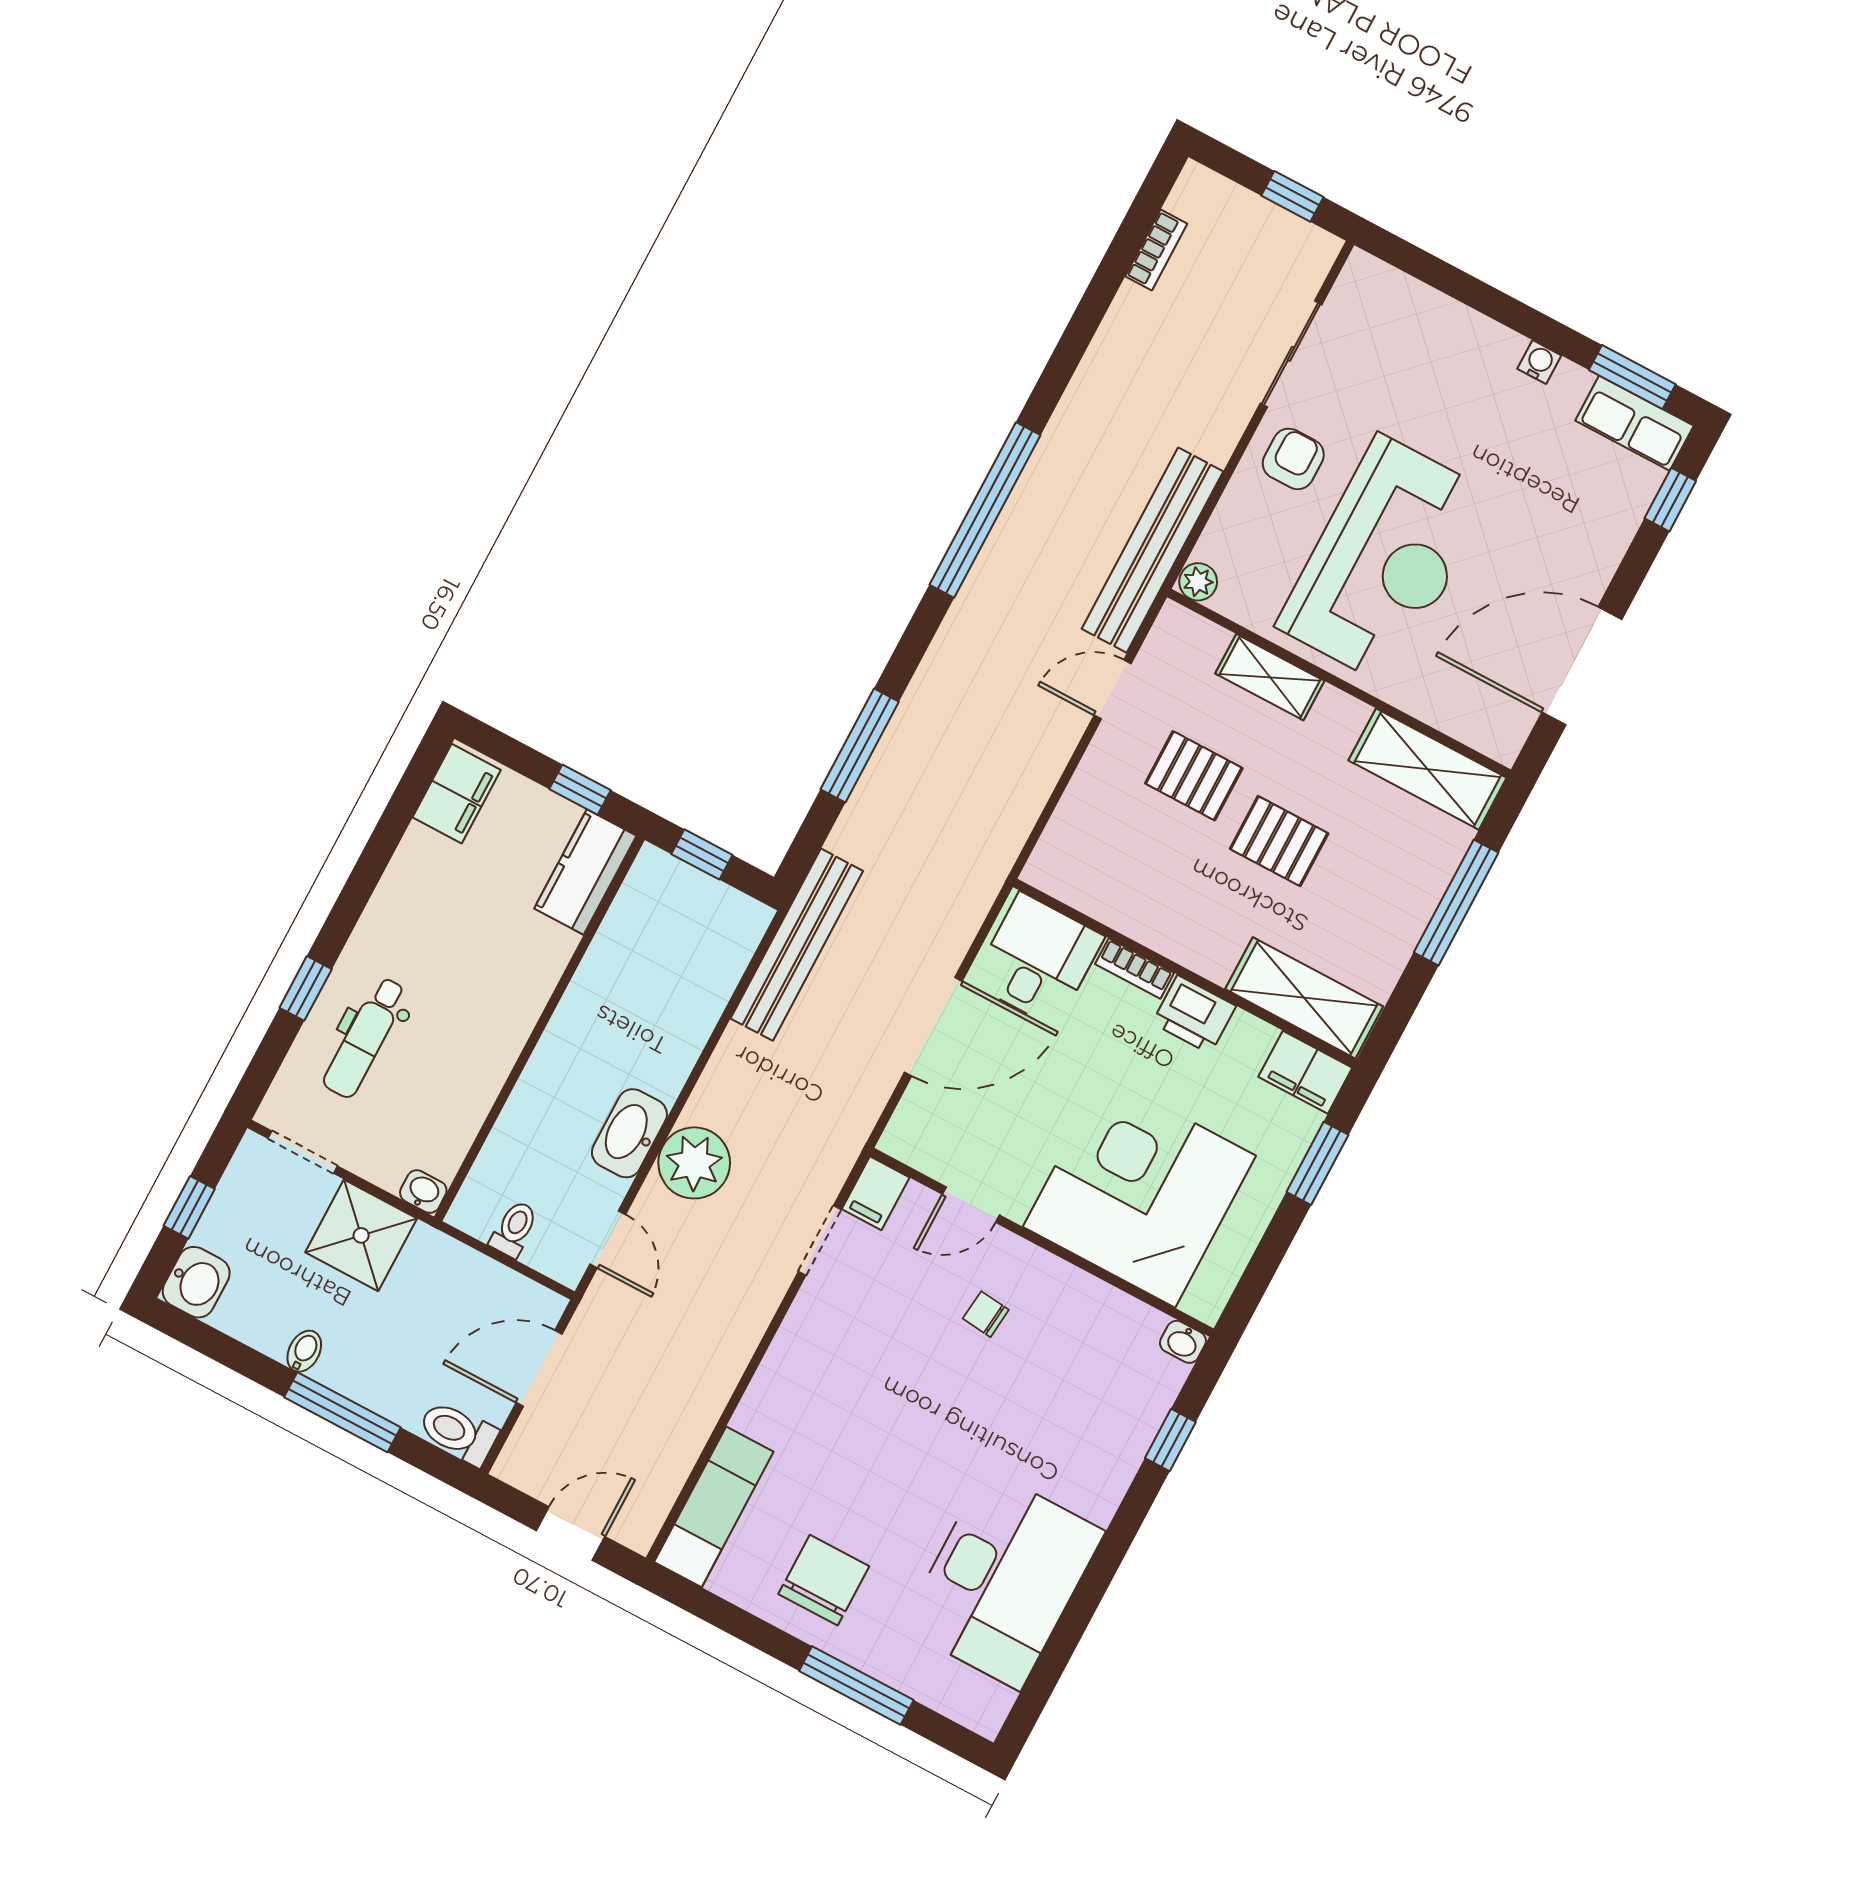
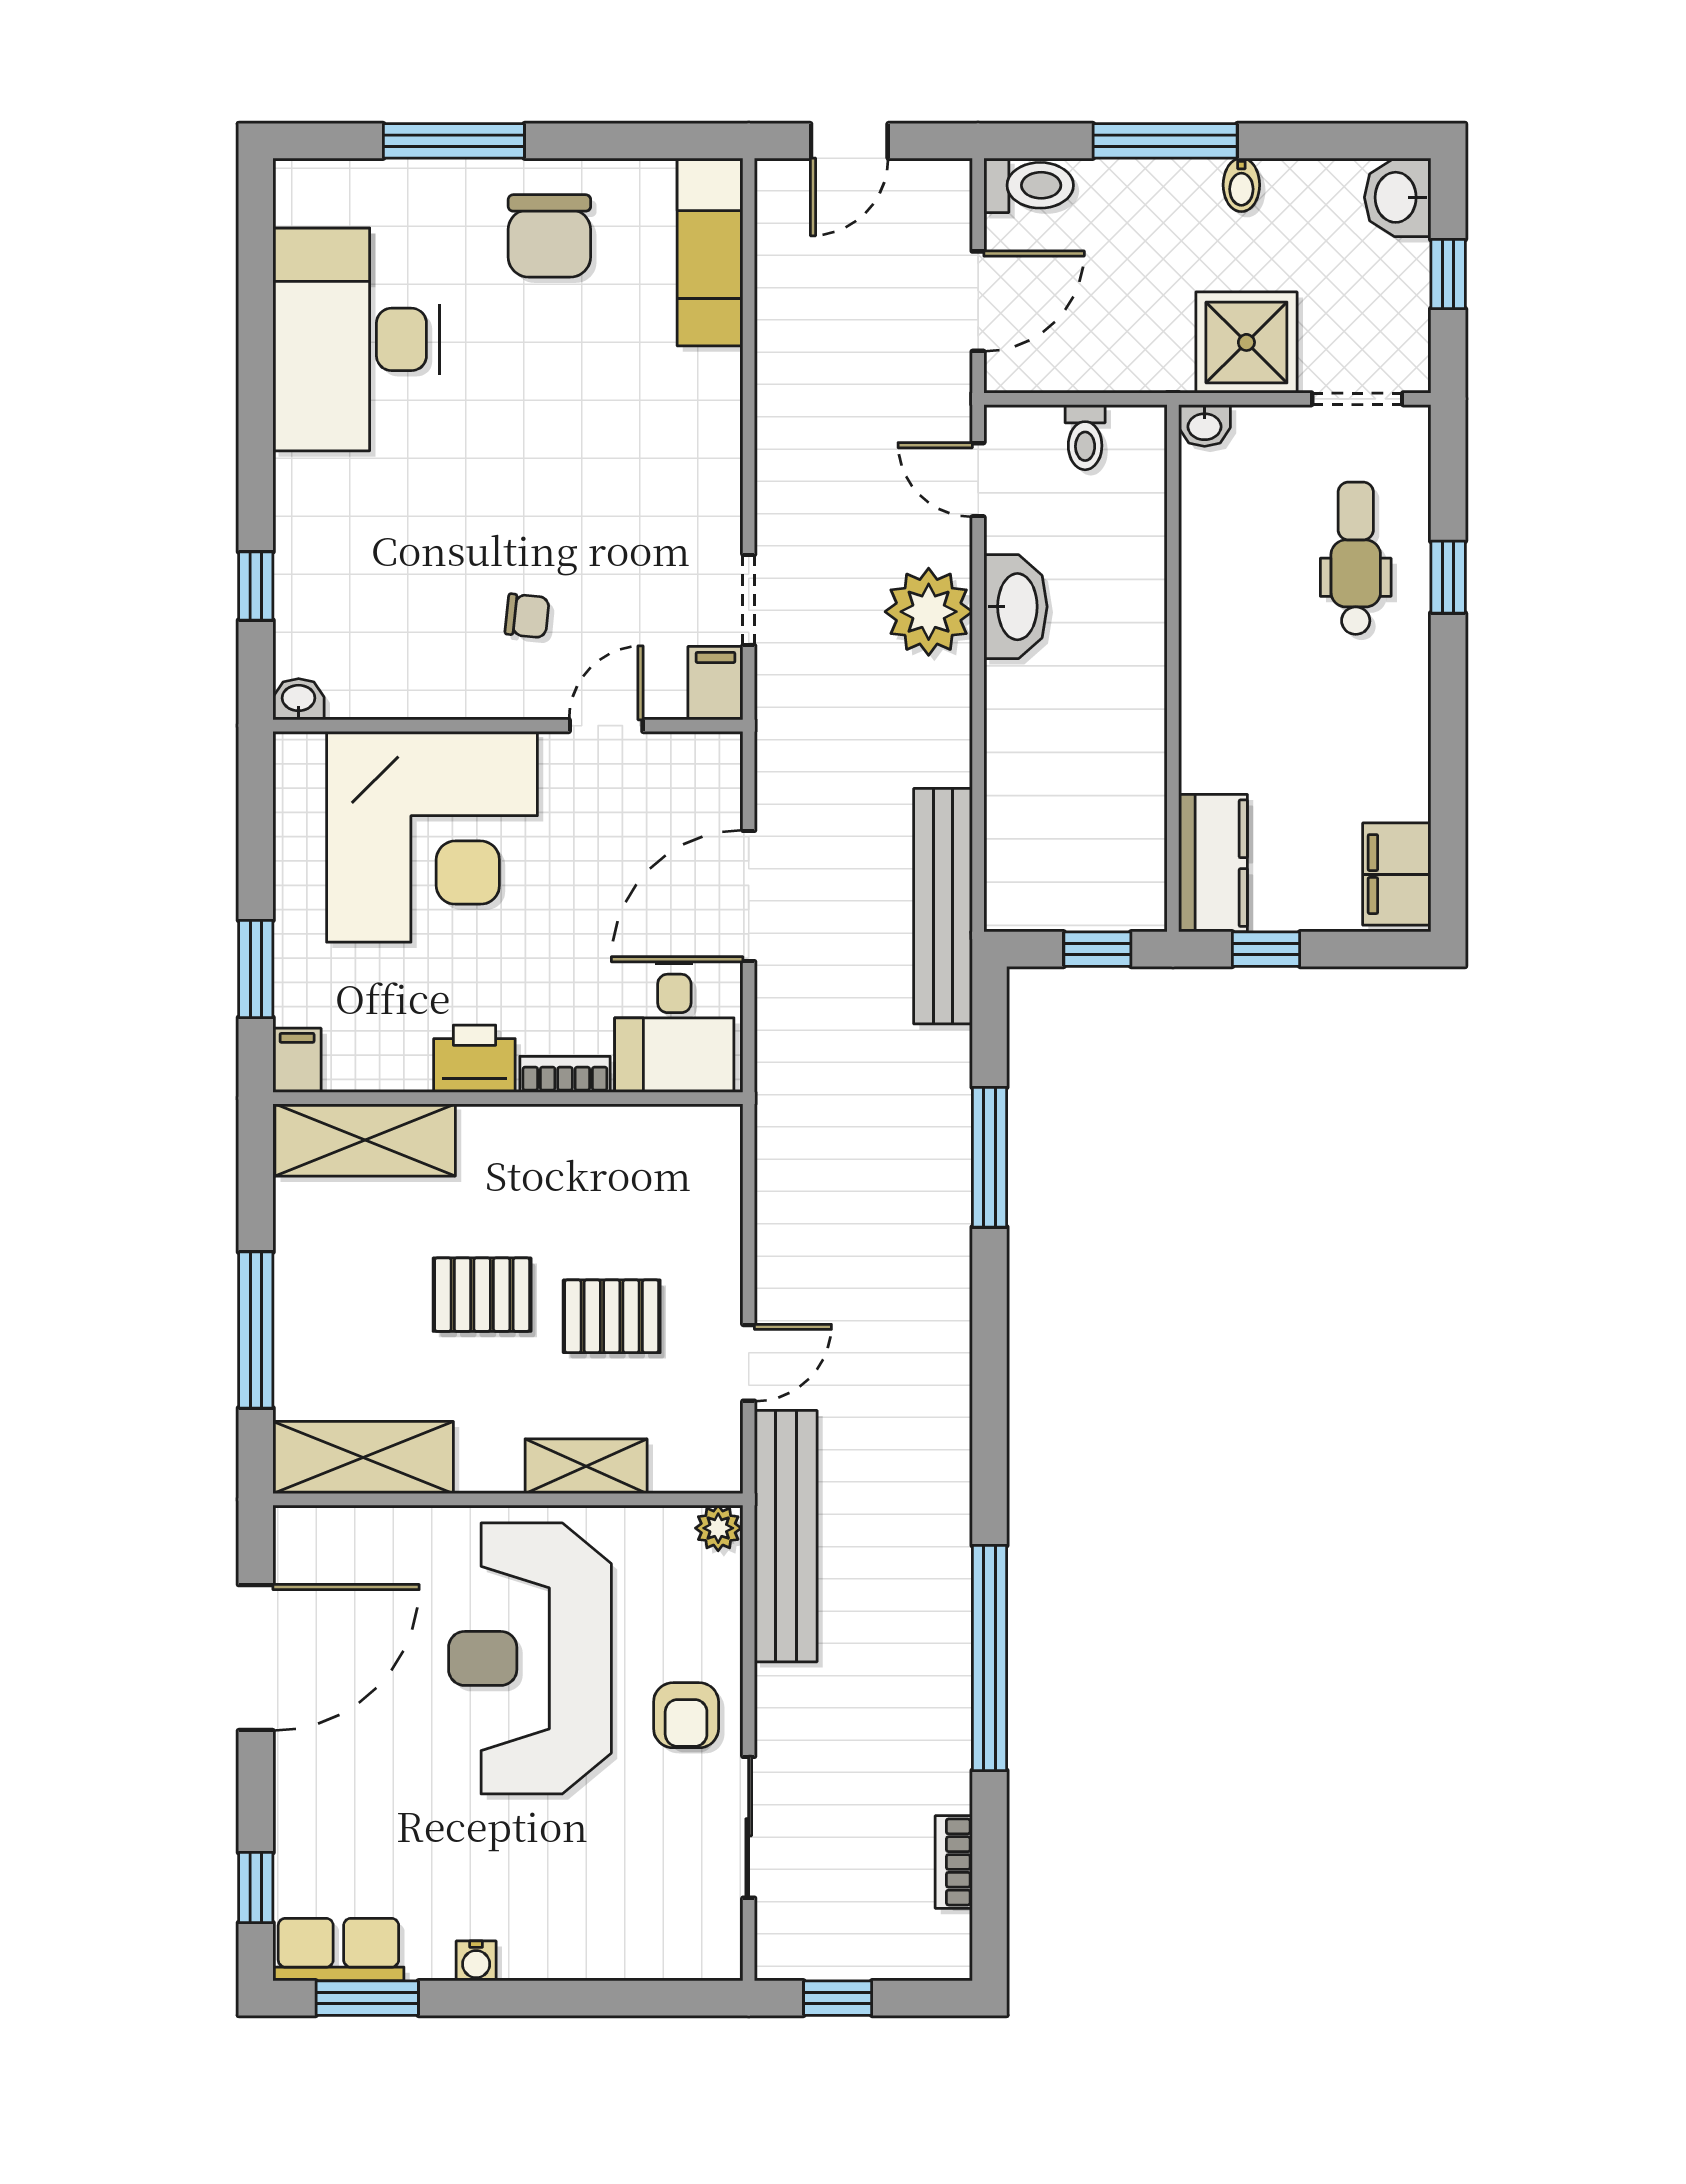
window: (985, 510) -> (989, 1658), moved
filing cabinet: (1305, 1072) -> (297, 1060), width x0.50

